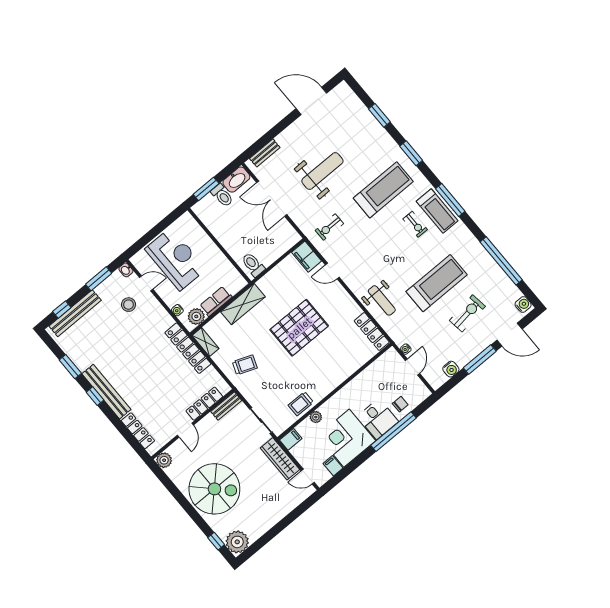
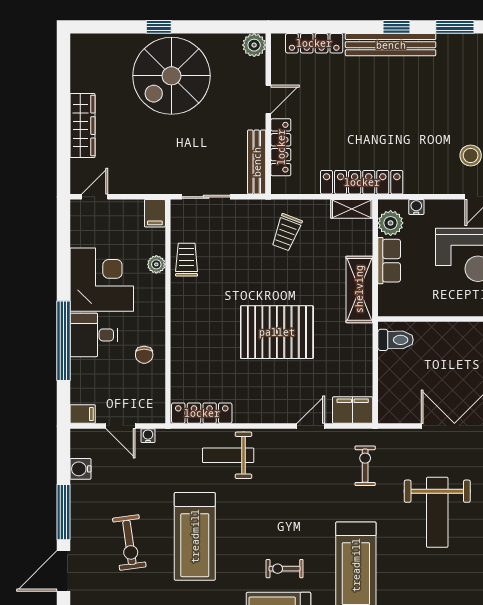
pallet: (299, 328) -> (277, 332), turned 90
chair: (400, 404) -> (144, 355), moved
bench: (226, 406) -> (257, 162), width x1.36
door: (185, 430) -> (268, 99), swing flipped
wardrobe: (280, 459) -> (82, 126), moved, turned 90
filing cabinet: (333, 466) -> (83, 414), moved
window: (216, 541) -> (159, 27), moved
plant: (237, 542) -> (87, 51), removed

